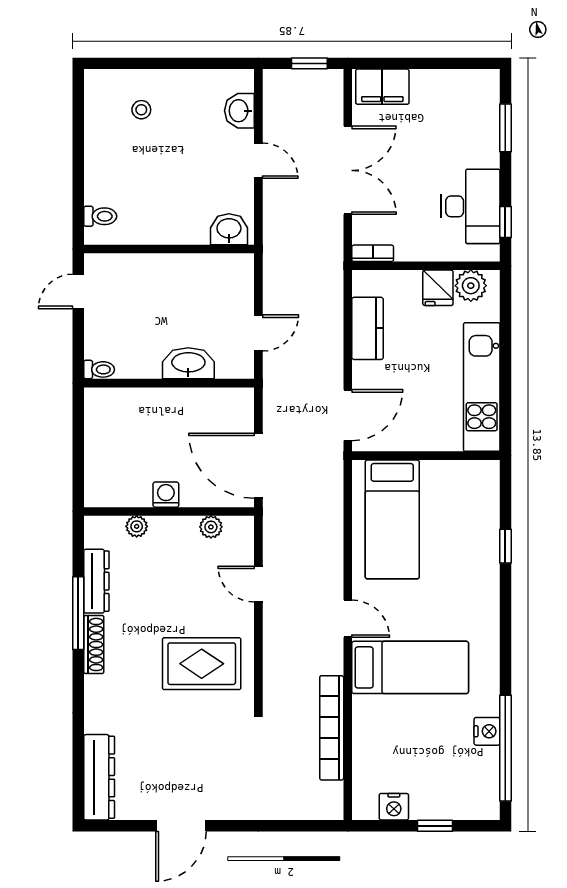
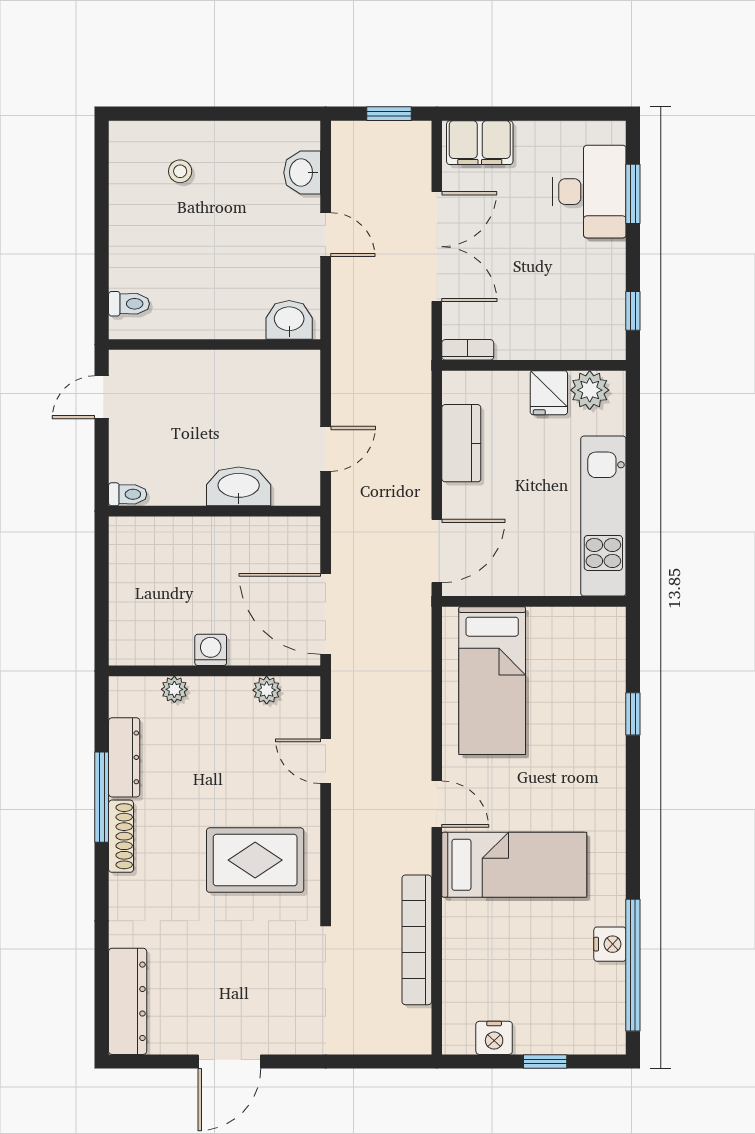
desk: (471, 206) -> (589, 192), moved

